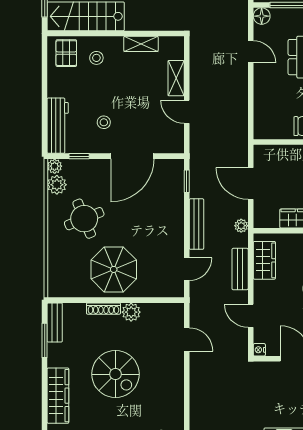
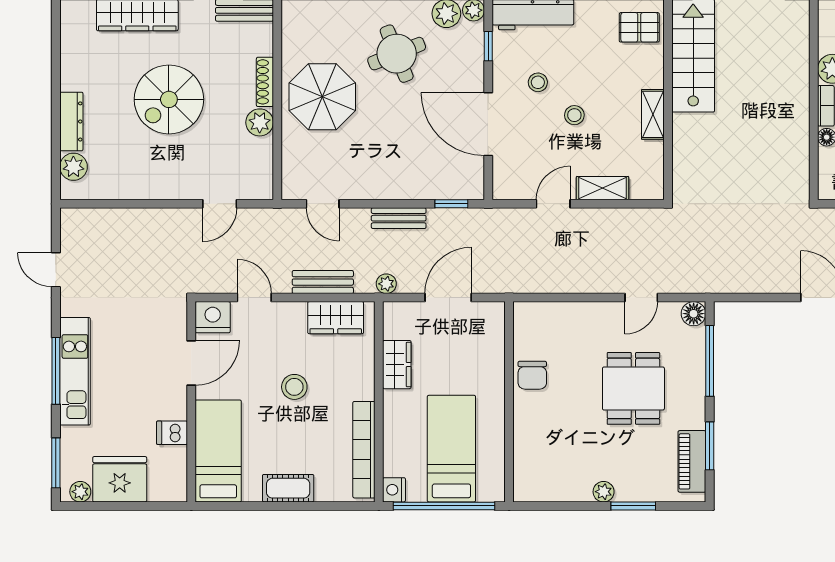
shelving: (141, 44) -> (653, 114), moved
stool: (96, 58) -> (574, 115), moved
bench: (196, 224) -> (399, 218), width x0.73
door: (251, 316) -> (254, 298), hinge flipped
nightstand: (259, 350) -> (213, 317), width x1.89, depth x1.79

